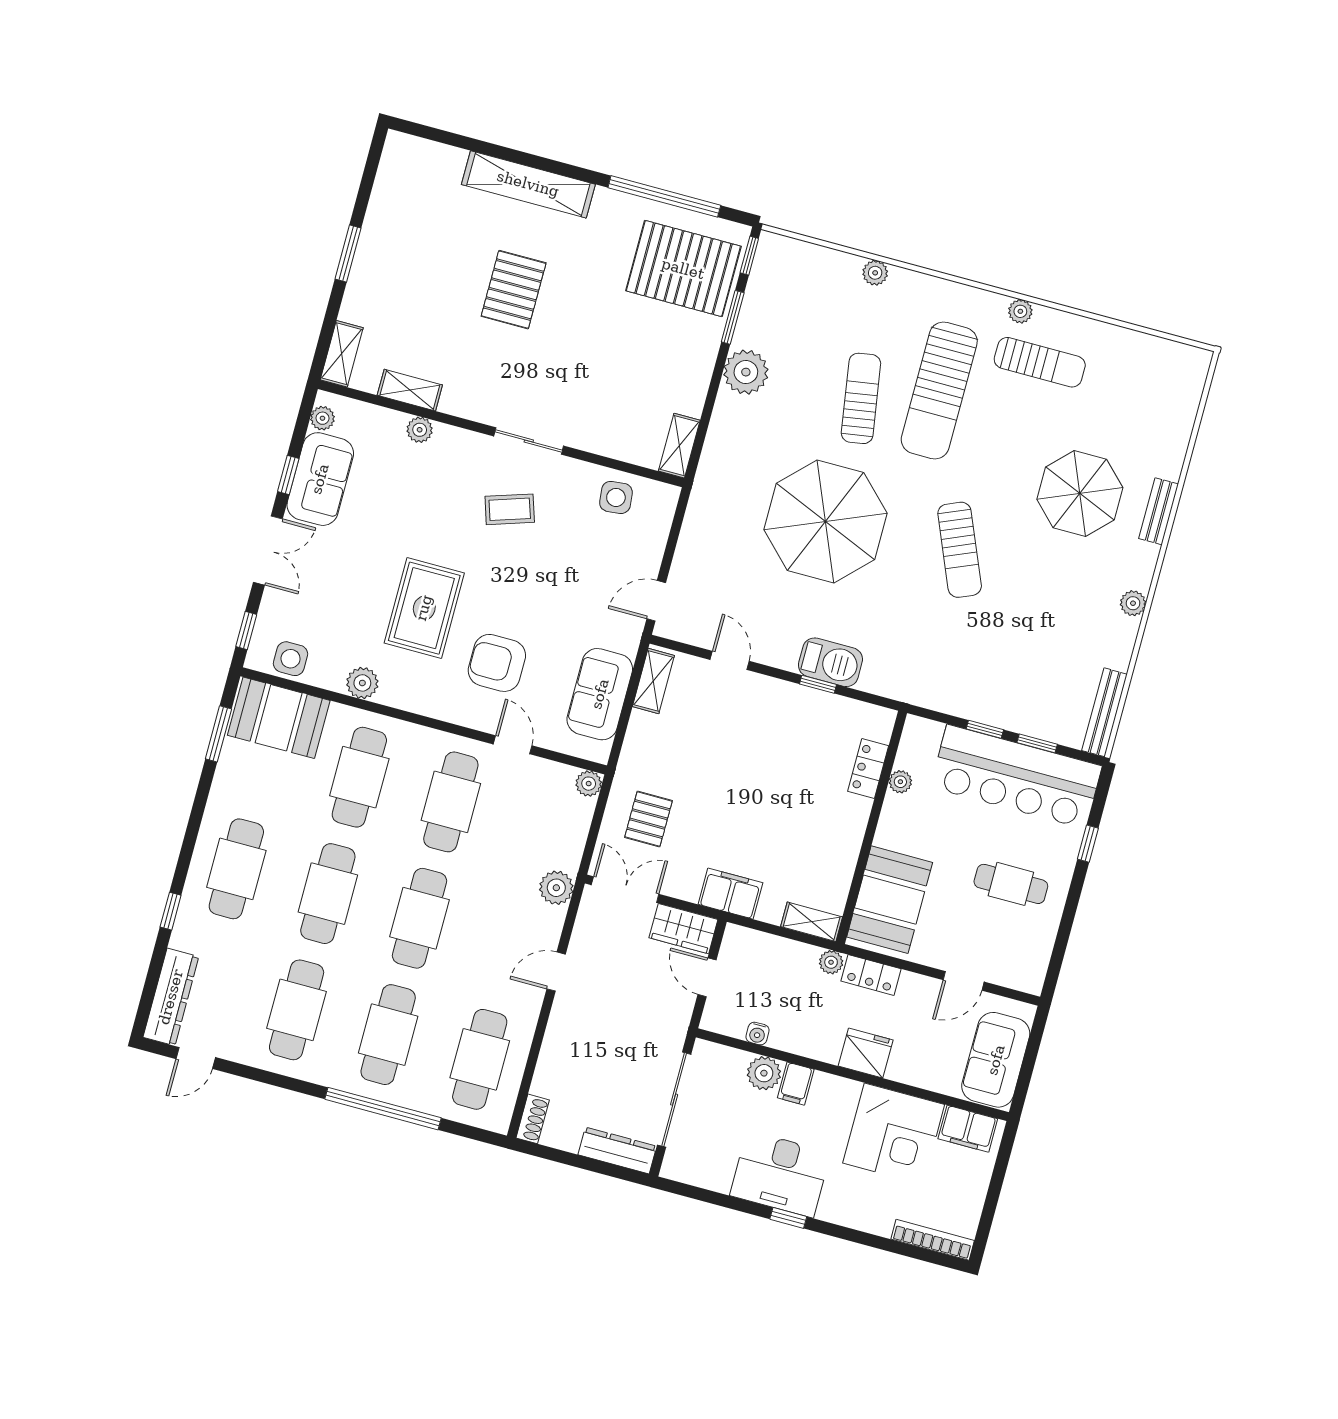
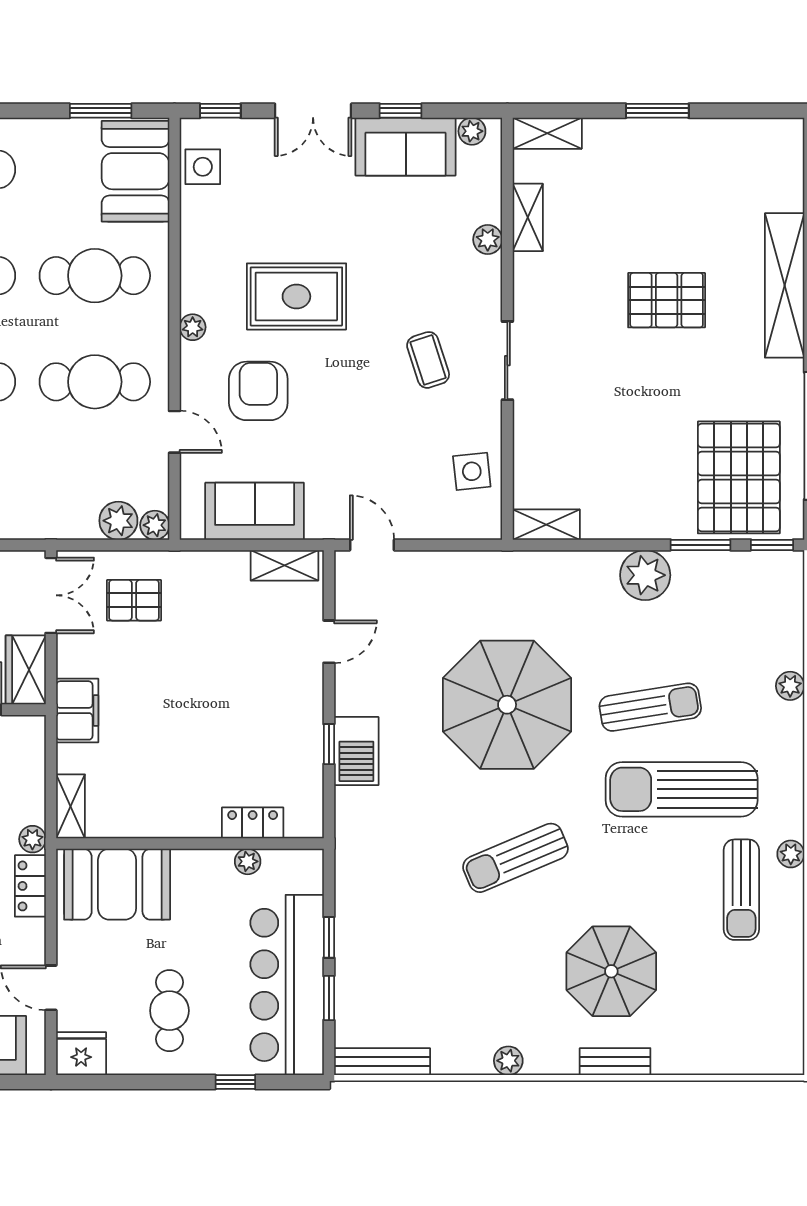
plant: (362, 683) -> (193, 327), moved, width x0.73, depth x0.73
door: (513, 745) -> (174, 432), hinge flipped
plant: (556, 888) -> (118, 521), moved
fridge: (1027, 970) -> (81, 1054), added

